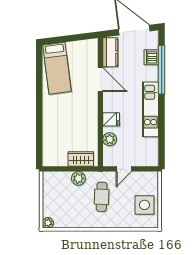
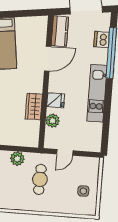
door: (100, 80) -> (48, 59), hinge flipped
wardrobe: (81, 159) -> (34, 107), moved, turned -90
side table: (145, 205) -> (83, 191), width x0.54, depth x0.54

